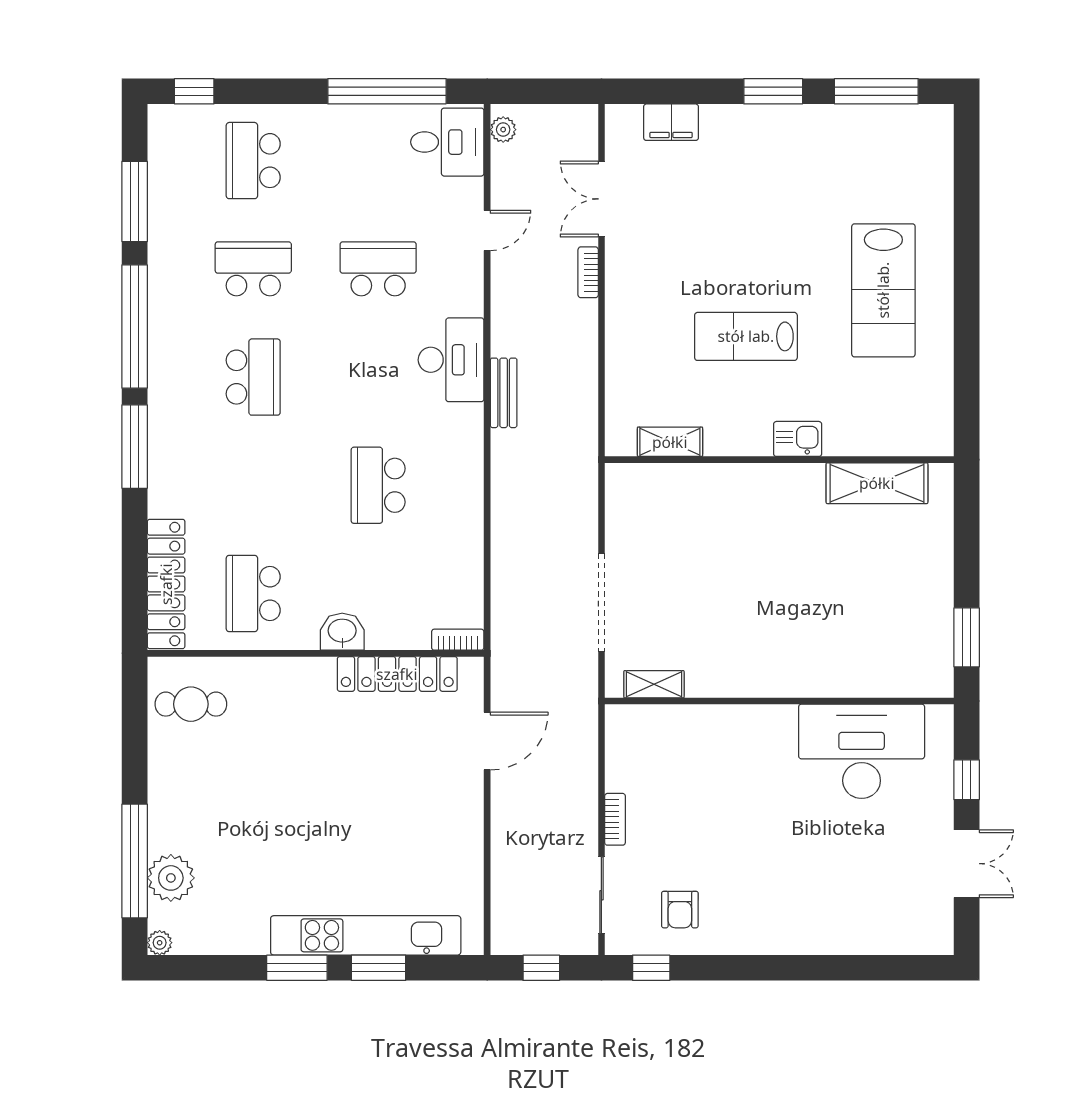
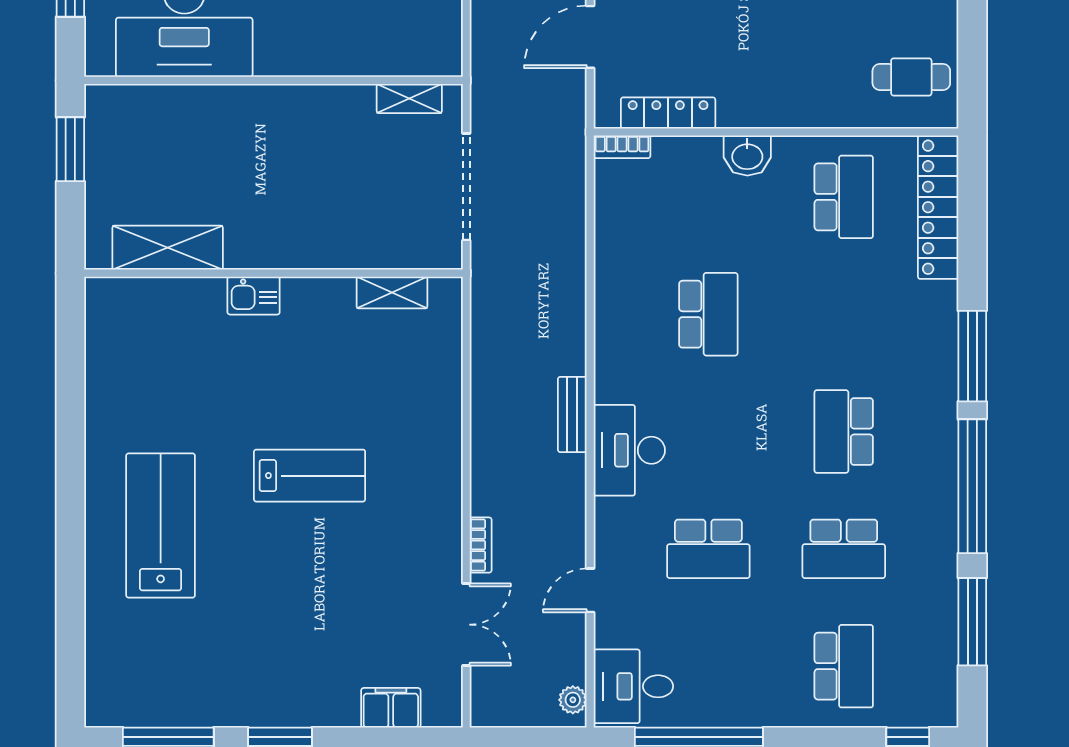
kitchen sink: (798, 439) -> (254, 296), moved
shelving: (670, 442) -> (392, 293), moved
wall: (779, 460) -> (273, 273), moved
shelving: (877, 483) -> (168, 248), moved
locker: (397, 674) -> (668, 113), width x0.71, depth x0.83

